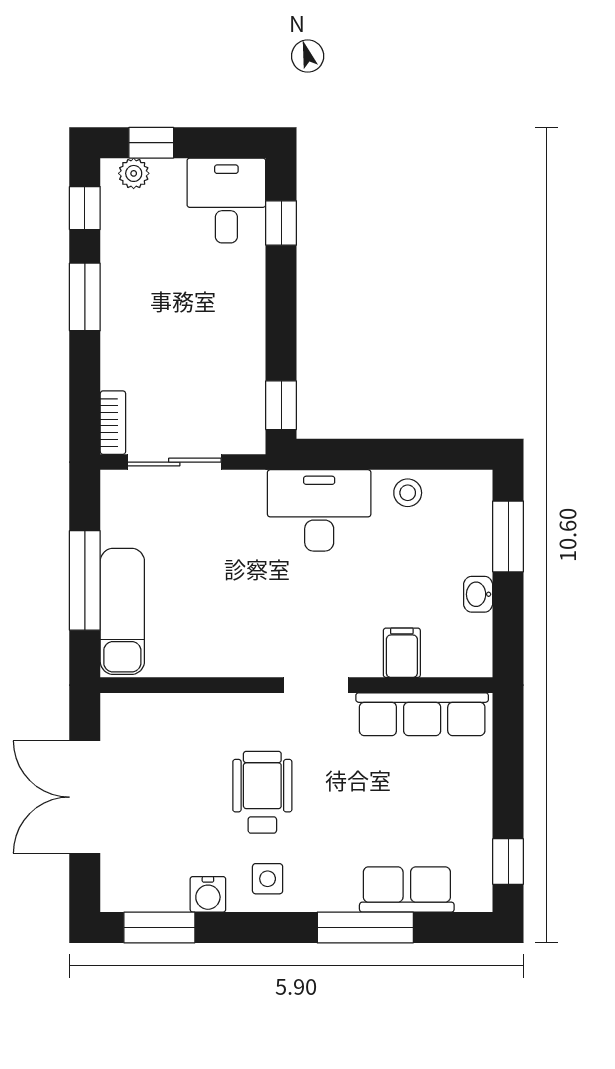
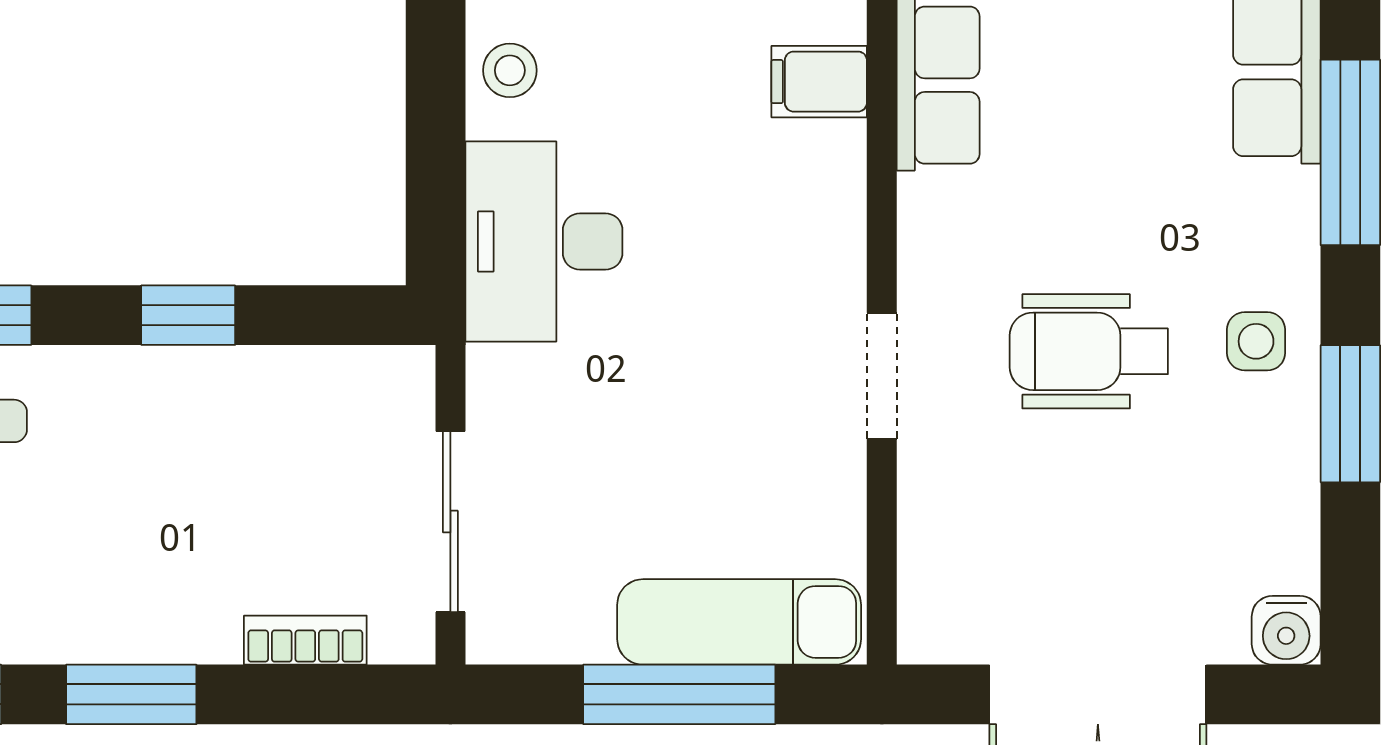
window: (281, 405) -> (188, 315), moved
bookcase: (113, 423) -> (305, 640), moved
doorway: (316, 685) -> (882, 376), moved
water cooler: (208, 894) -> (1286, 630), moved, turned 90
window: (159, 928) -> (1350, 414), moved

